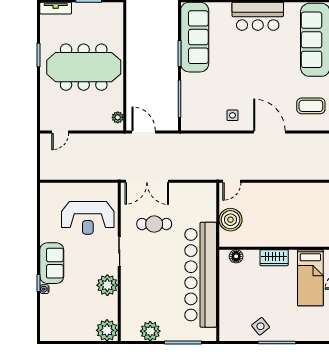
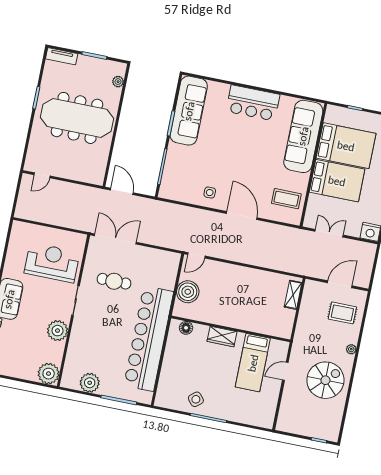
plant: (118, 117) -> (118, 82), moved
double door: (147, 181) -> (115, 239), swing flipped
reception desk: (88, 218) -> (52, 263), turned 180

